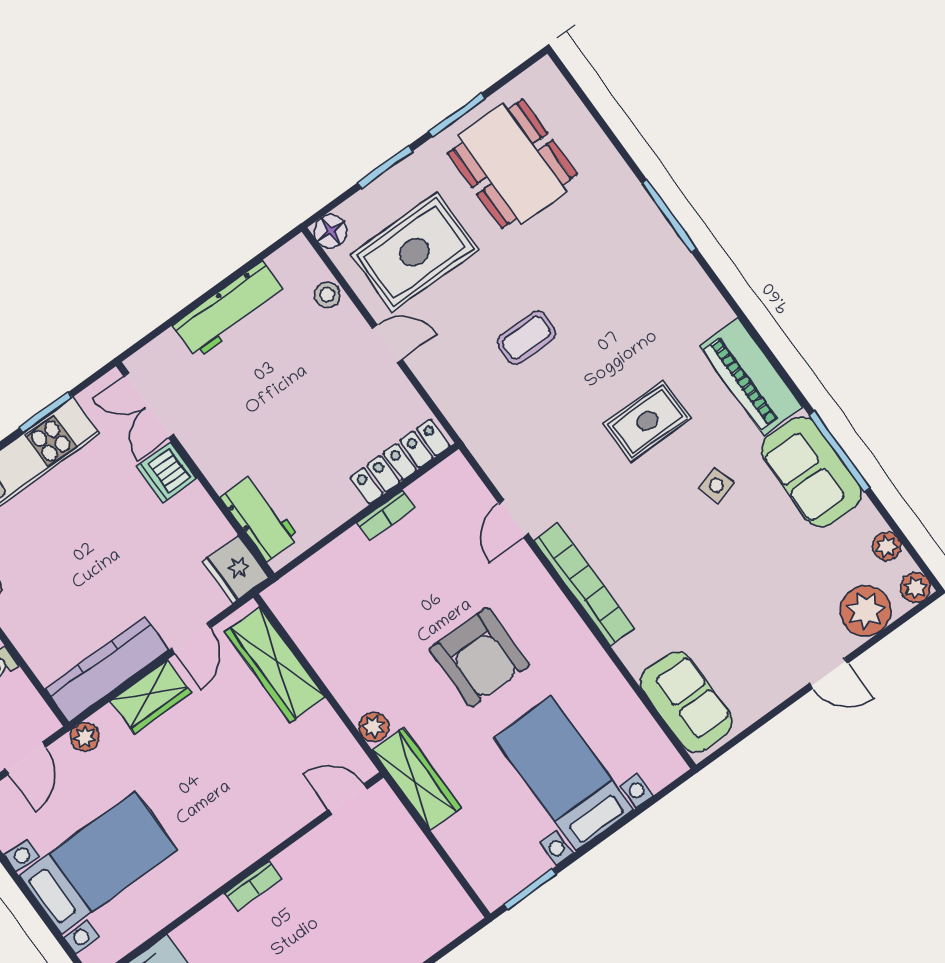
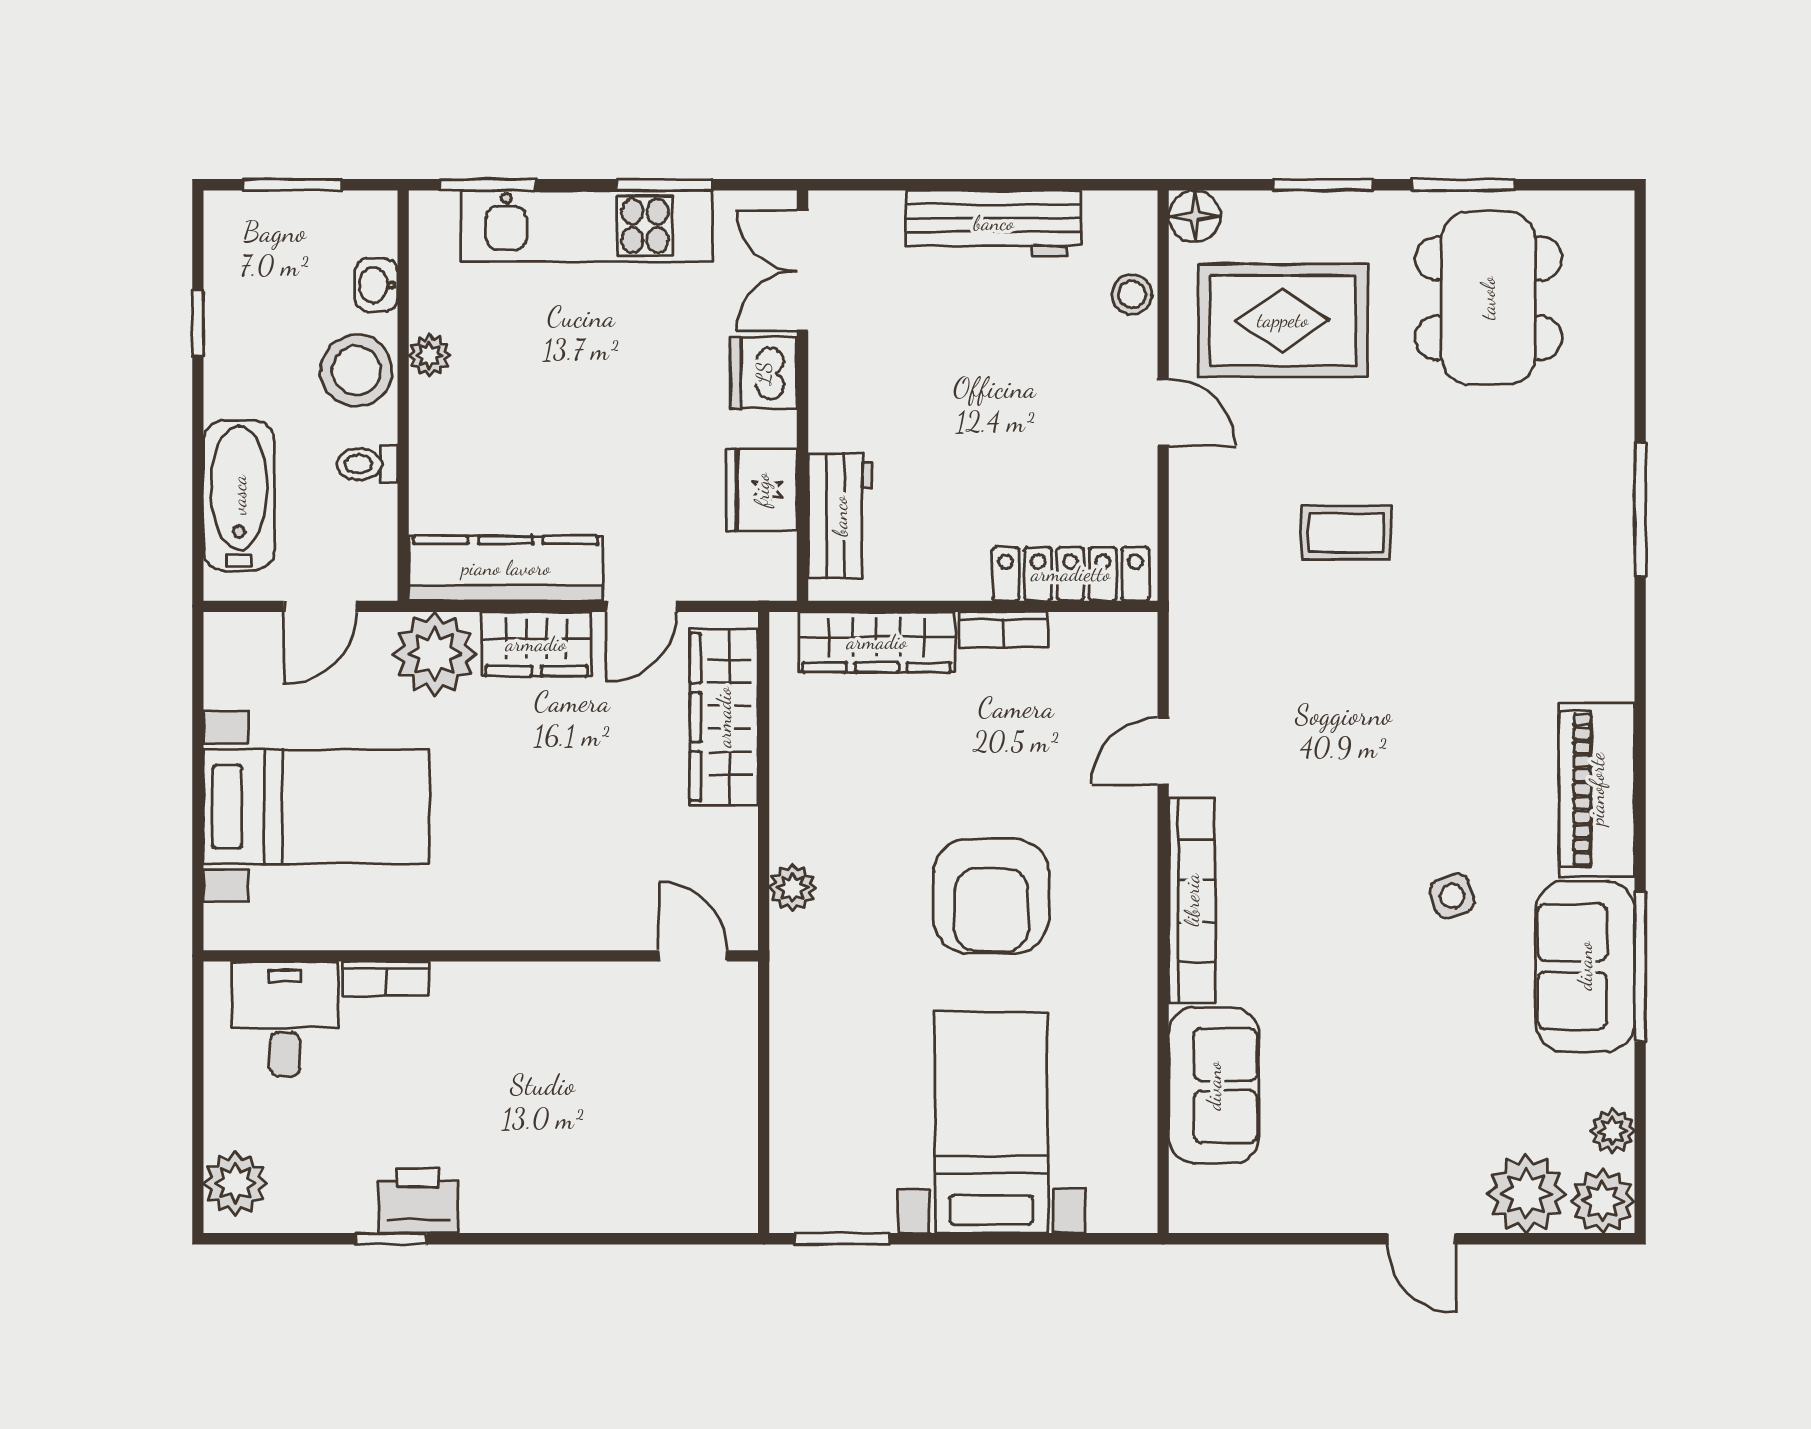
rug: (647, 421) -> (1423, 750), removed
fridge: (236, 570) -> (762, 490), moved
plant: (915, 588) -> (1602, 1201), width x1.38, depth x1.38
sofa: (686, 702) -> (1214, 1086), moved
plant: (85, 737) -> (435, 654), width x1.87, depth x1.87
wardrobe: (417, 779) -> (877, 642), moved, turned 90
bookcase: (253, 886) -> (386, 979), moved

